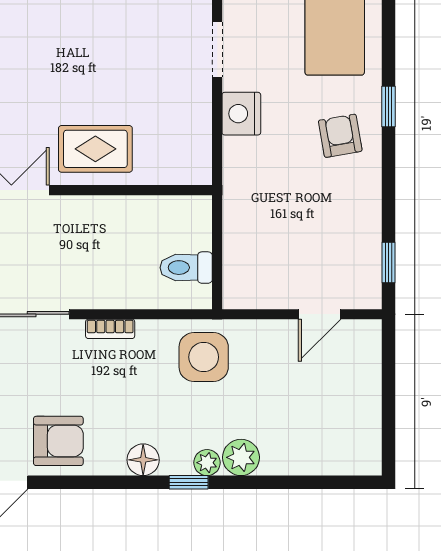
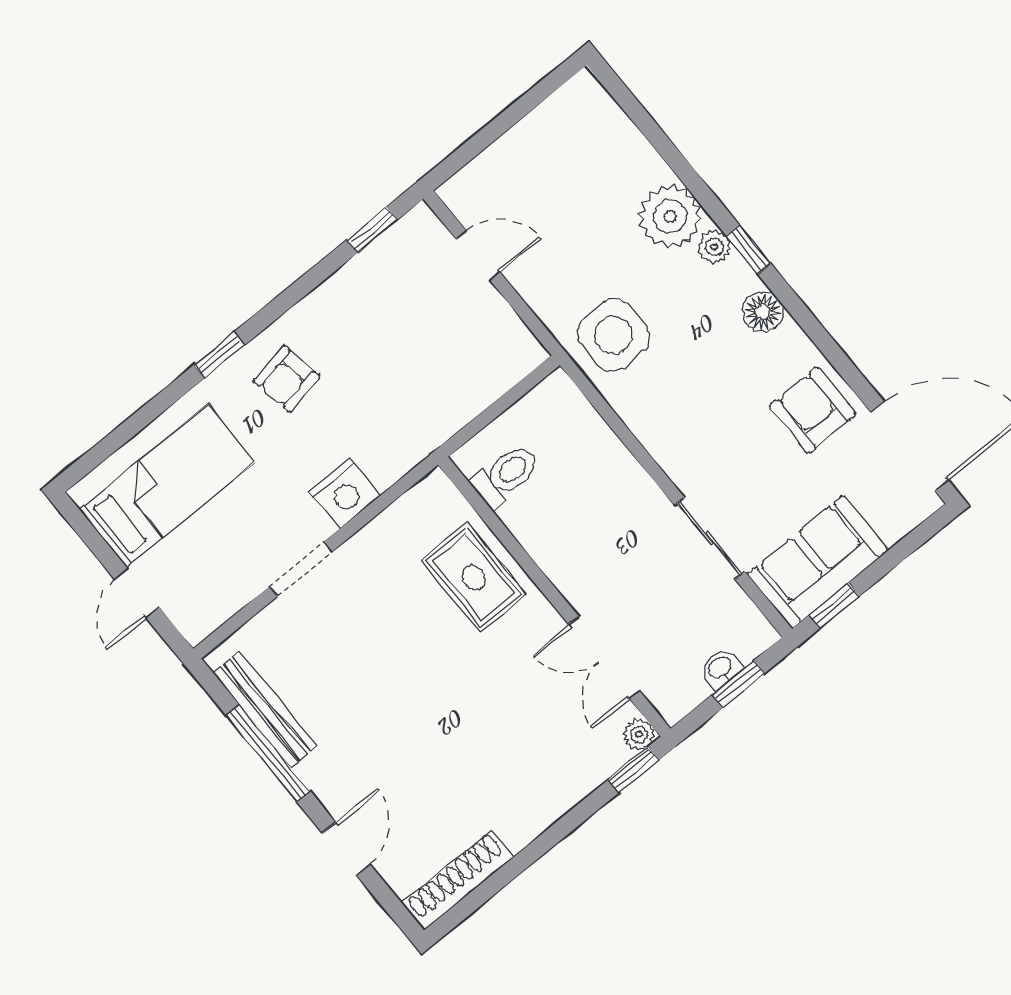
rug: (95, 149) -> (474, 577), moved
toilet: (186, 268) -> (506, 475), moved, turned -90
bookcase: (110, 329) -> (661, 449), removed
plant: (241, 457) -> (670, 217), width x1.36, depth x1.36

